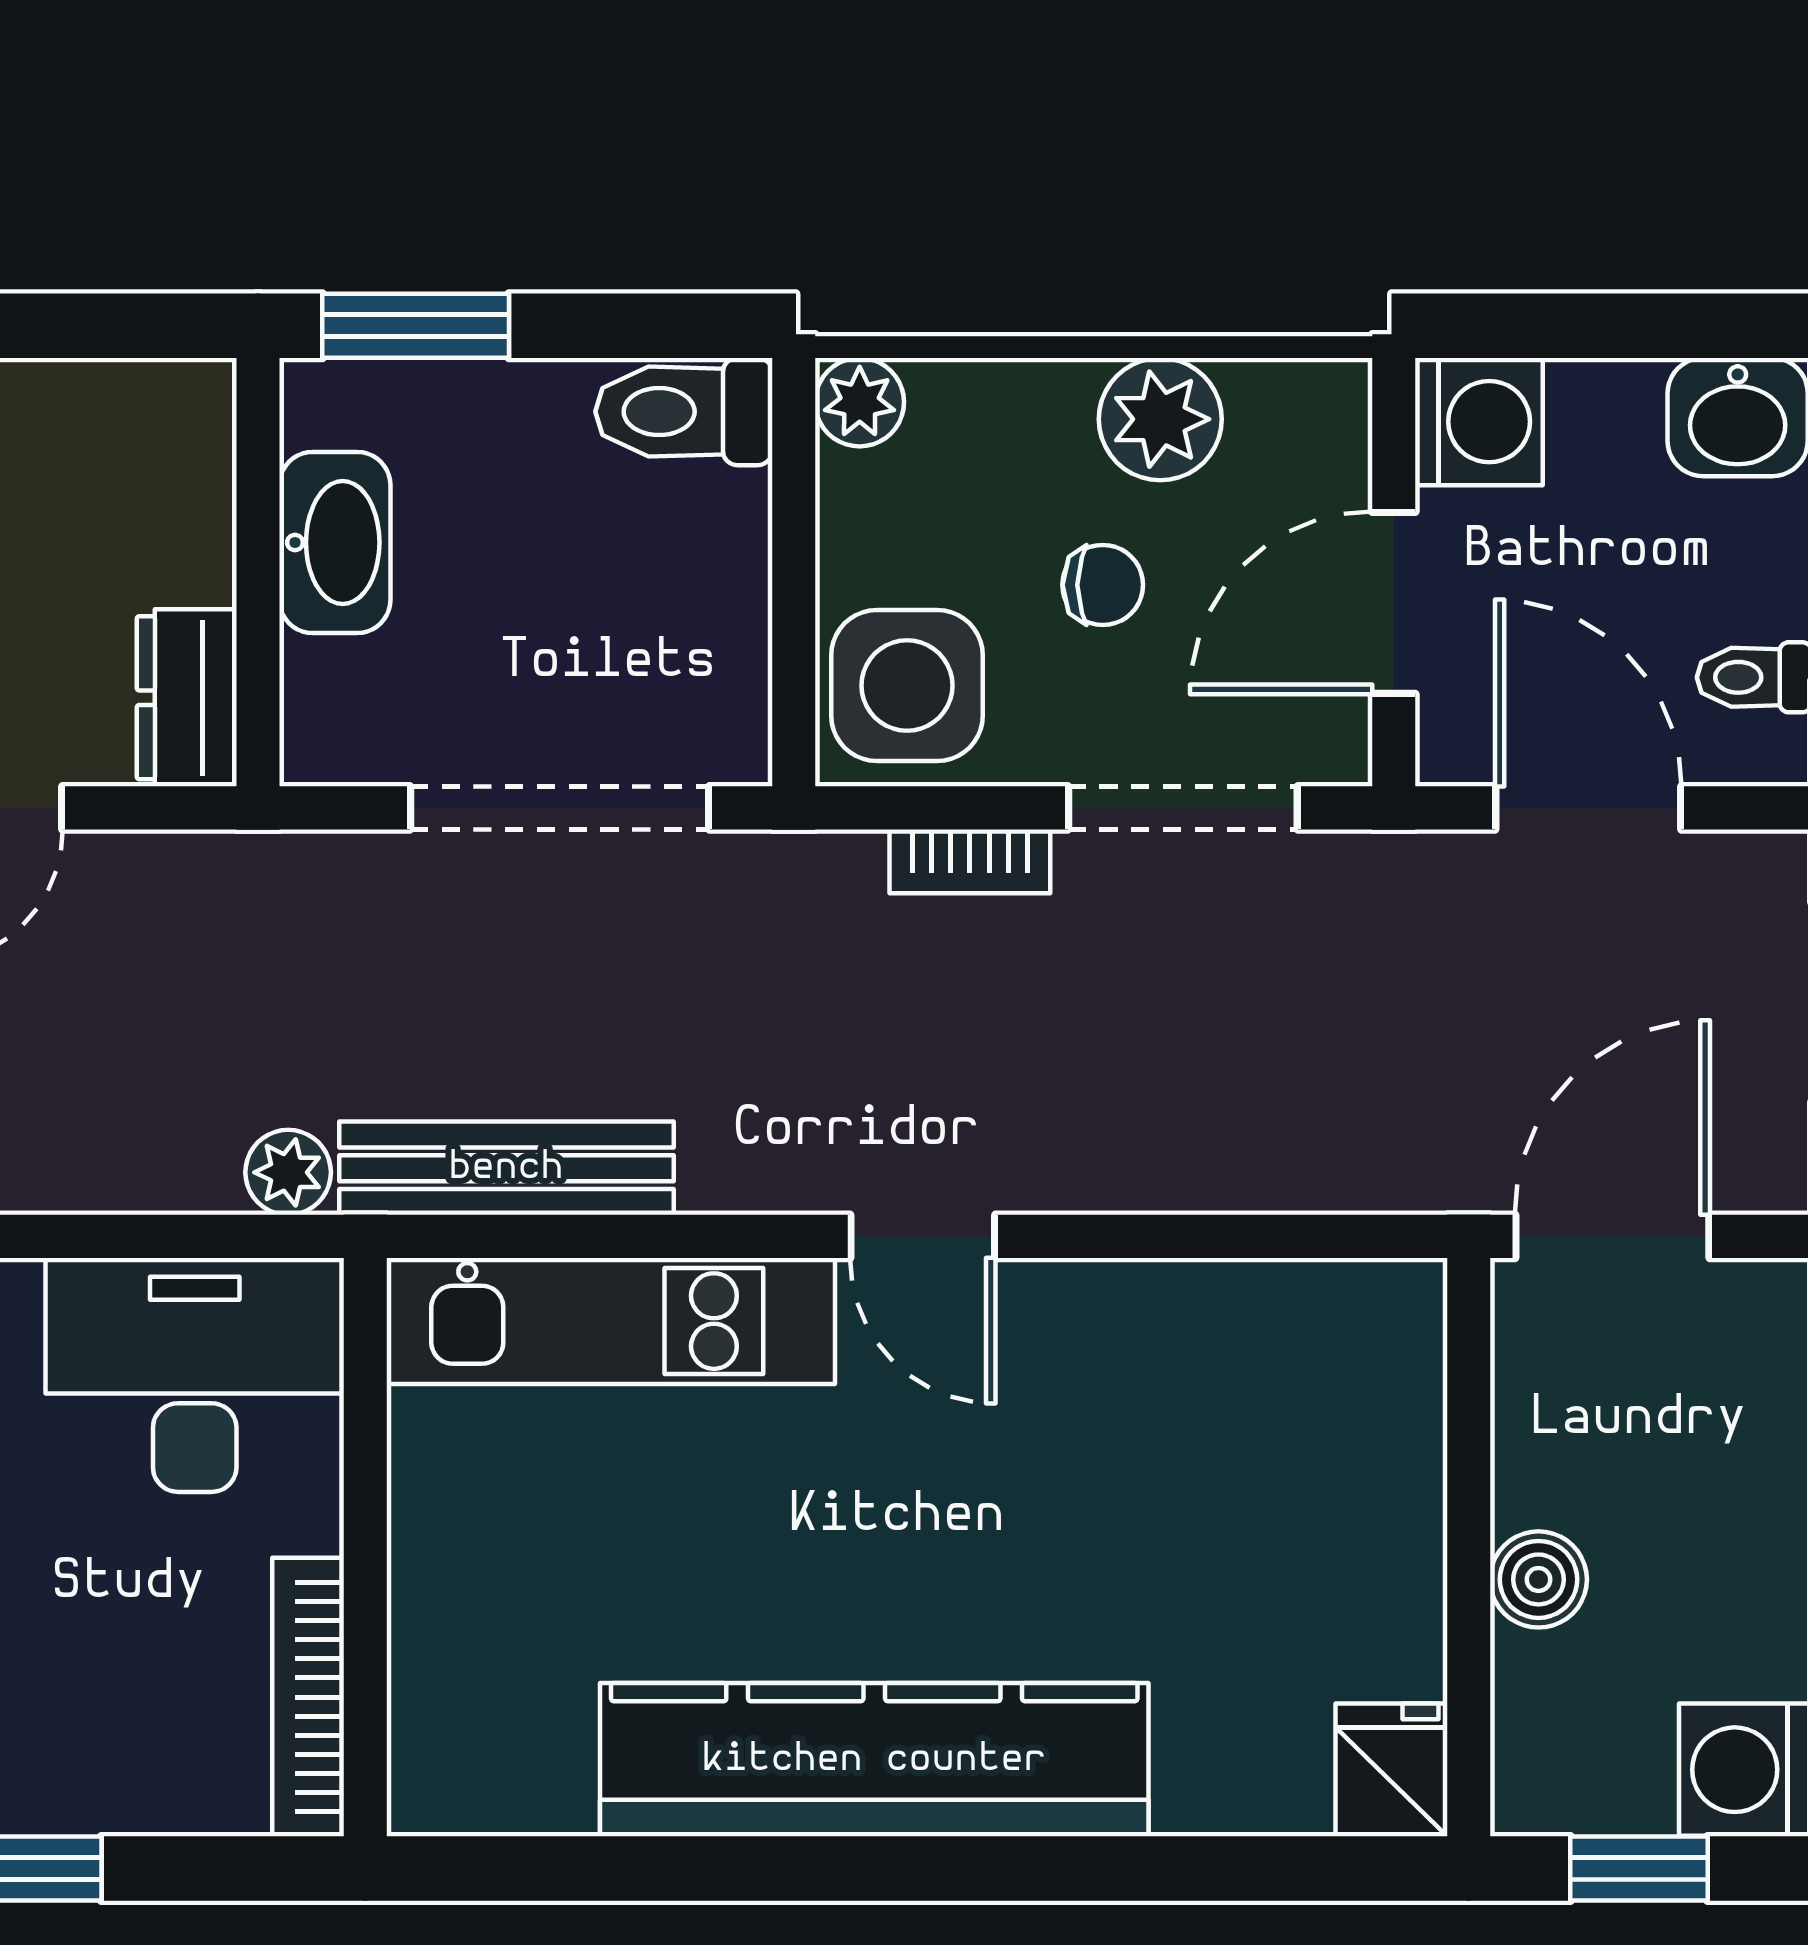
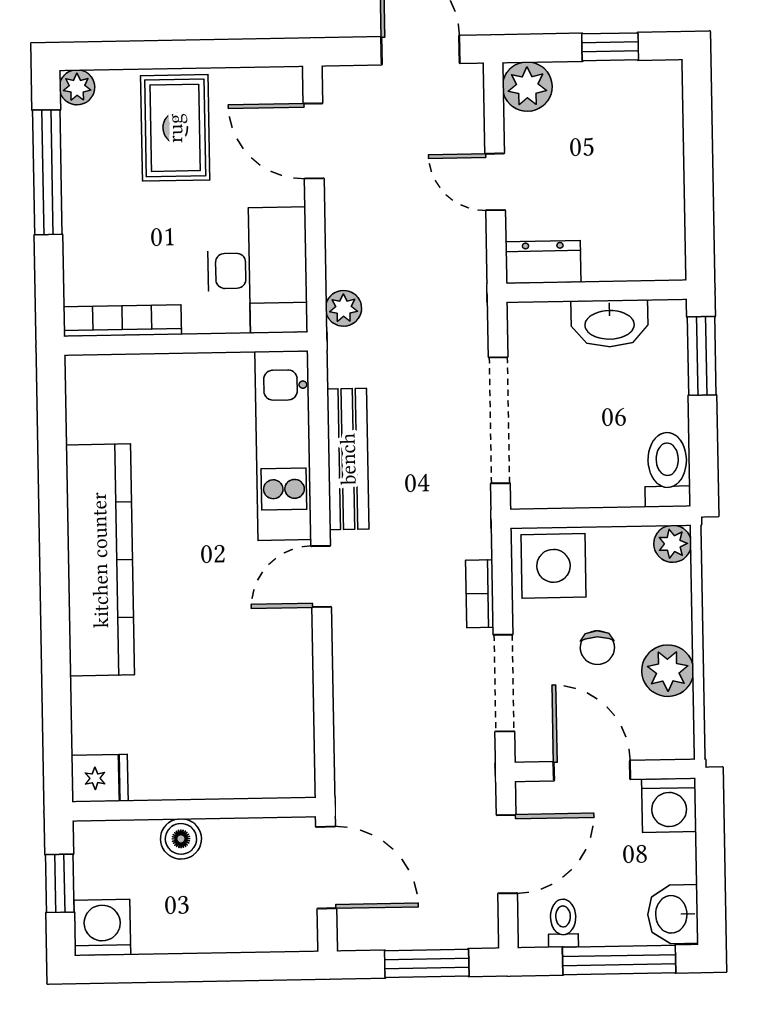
bench: (506, 1168) -> (348, 459), moved

